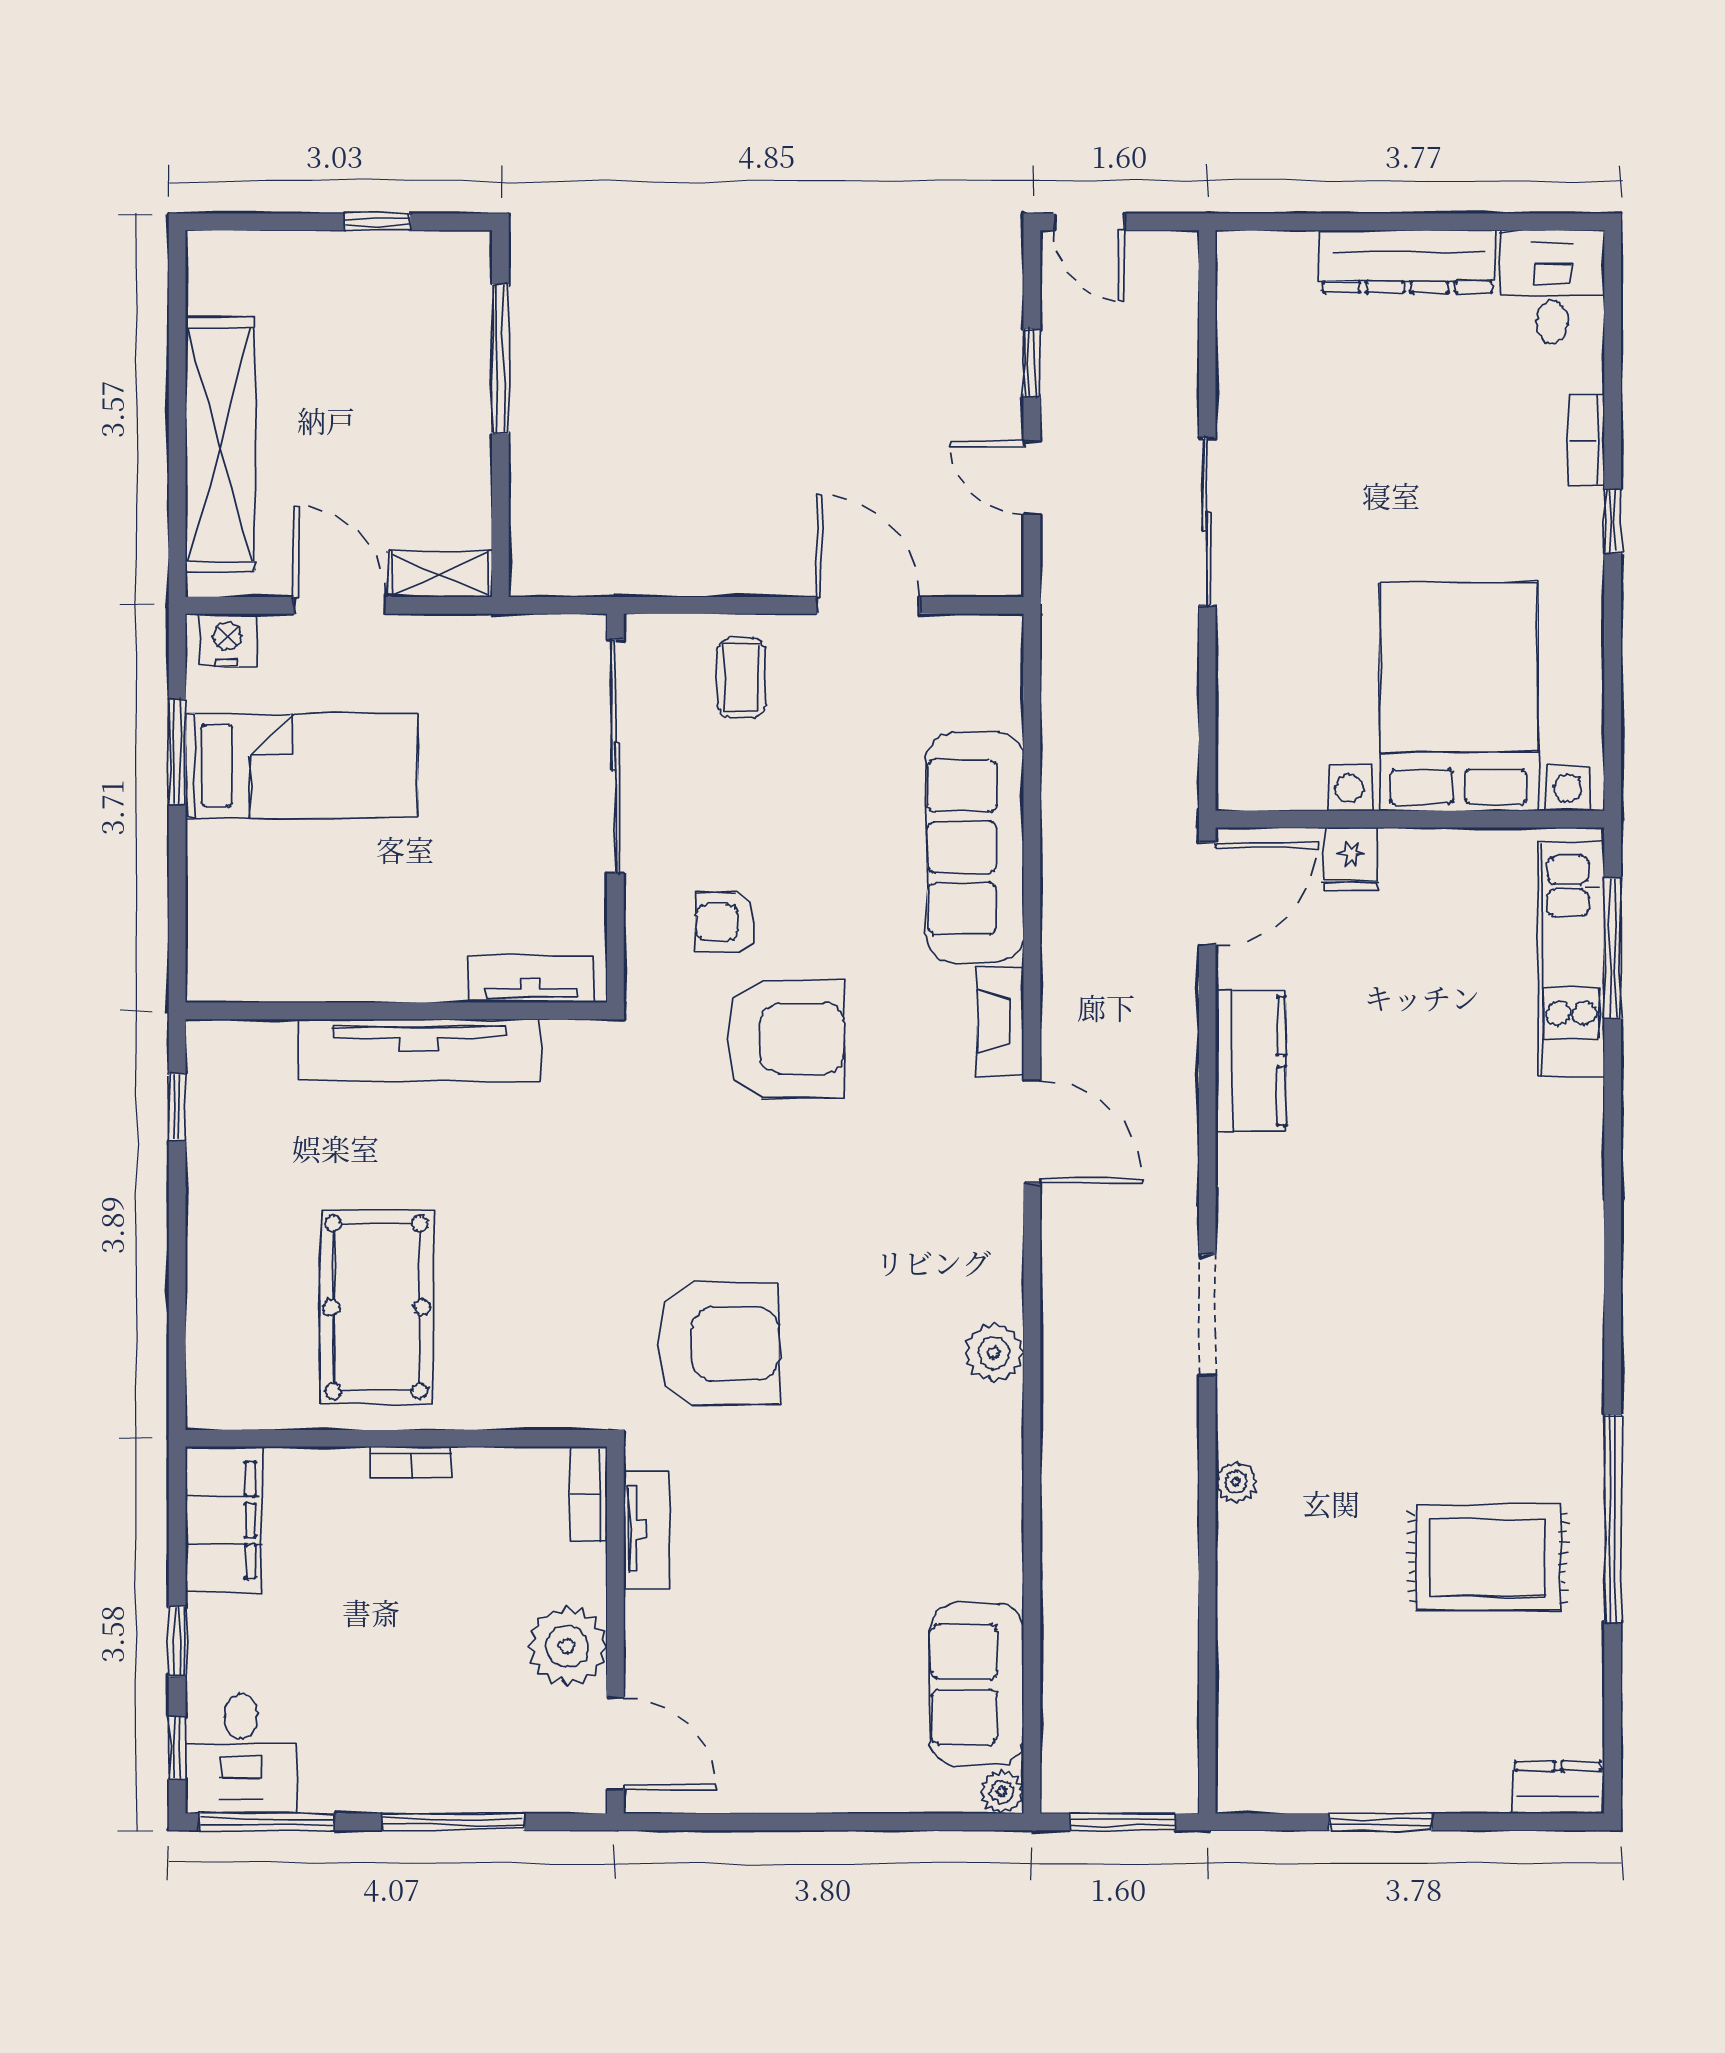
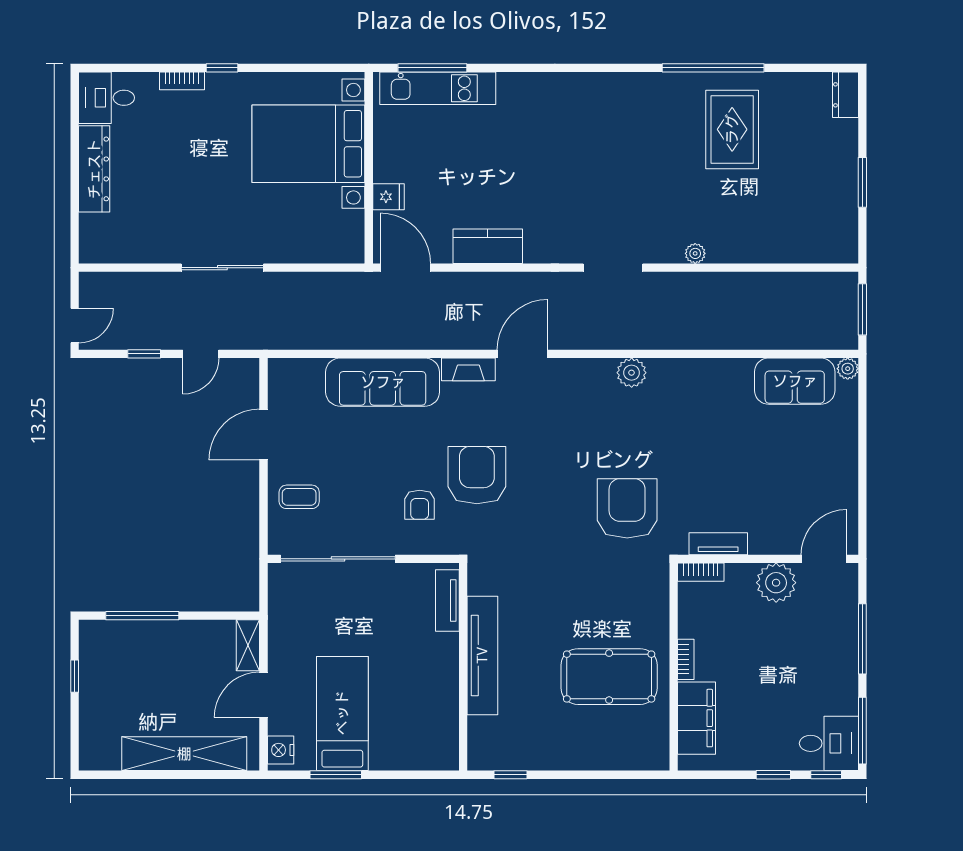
filing cabinet: (224, 1520) -> (696, 718), moved, turned 90

